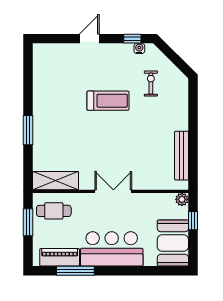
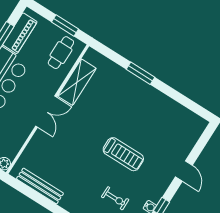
treadmill: (108, 101) -> (123, 154), turned -90
shelving: (56, 181) -> (77, 82), moved

